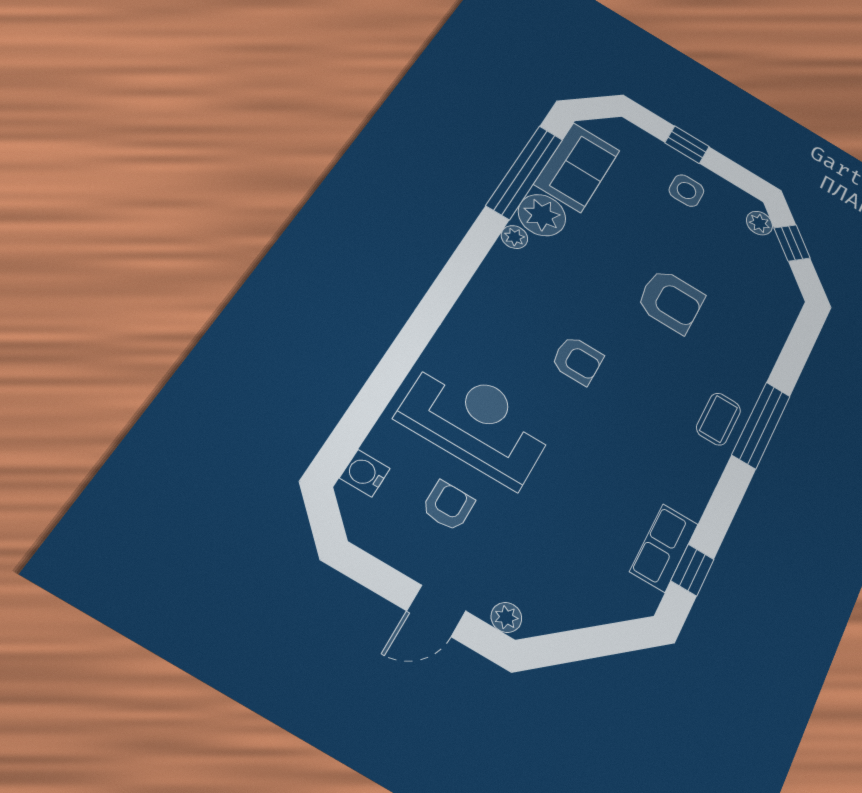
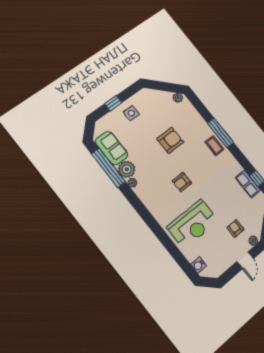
plant: (759, 223) -> (178, 98), moved
window: (792, 243) -> (162, 86), removed
armchair: (577, 360) -> (182, 182), turned 180
reception desk: (476, 422) -> (193, 224), turned 180
armchair: (448, 506) -> (235, 229), moved

